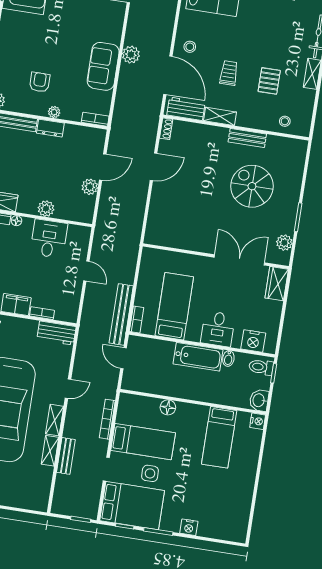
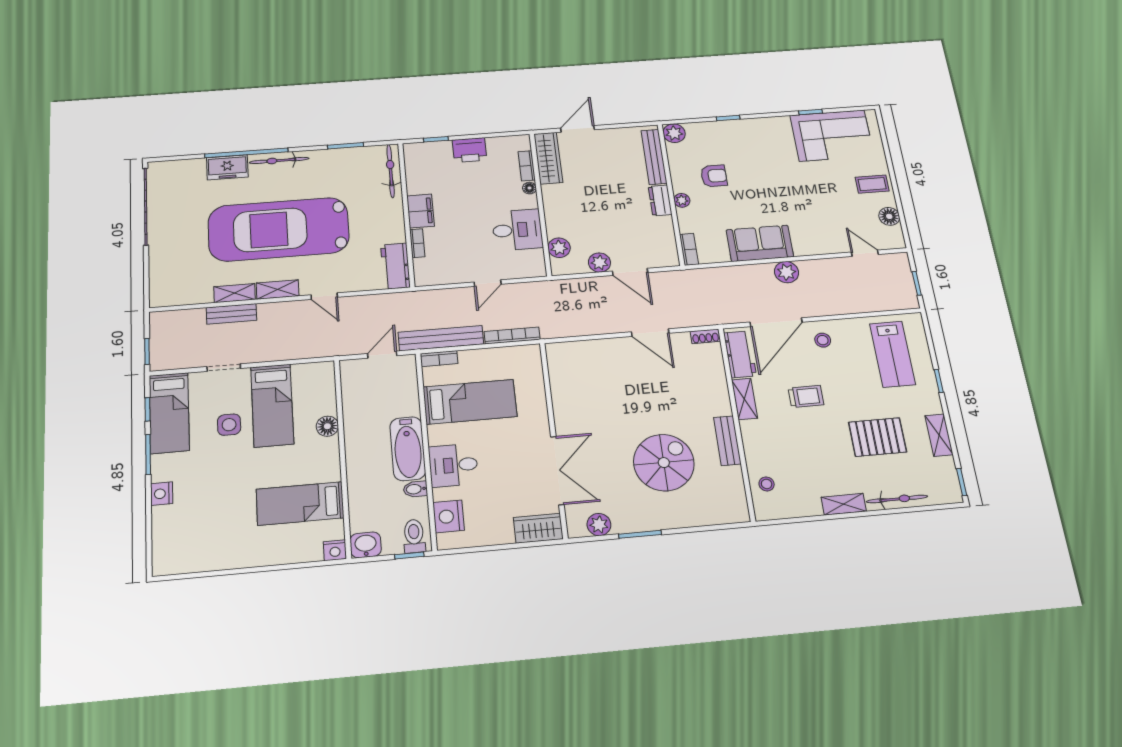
pallet: (269, 81) -> (878, 437), moved, width x1.50, depth x1.42
plant: (46, 209) -> (559, 248), moved
bookcase: (107, 419) -> (512, 335), moved
bed: (132, 506) -> (169, 413), width x0.67

